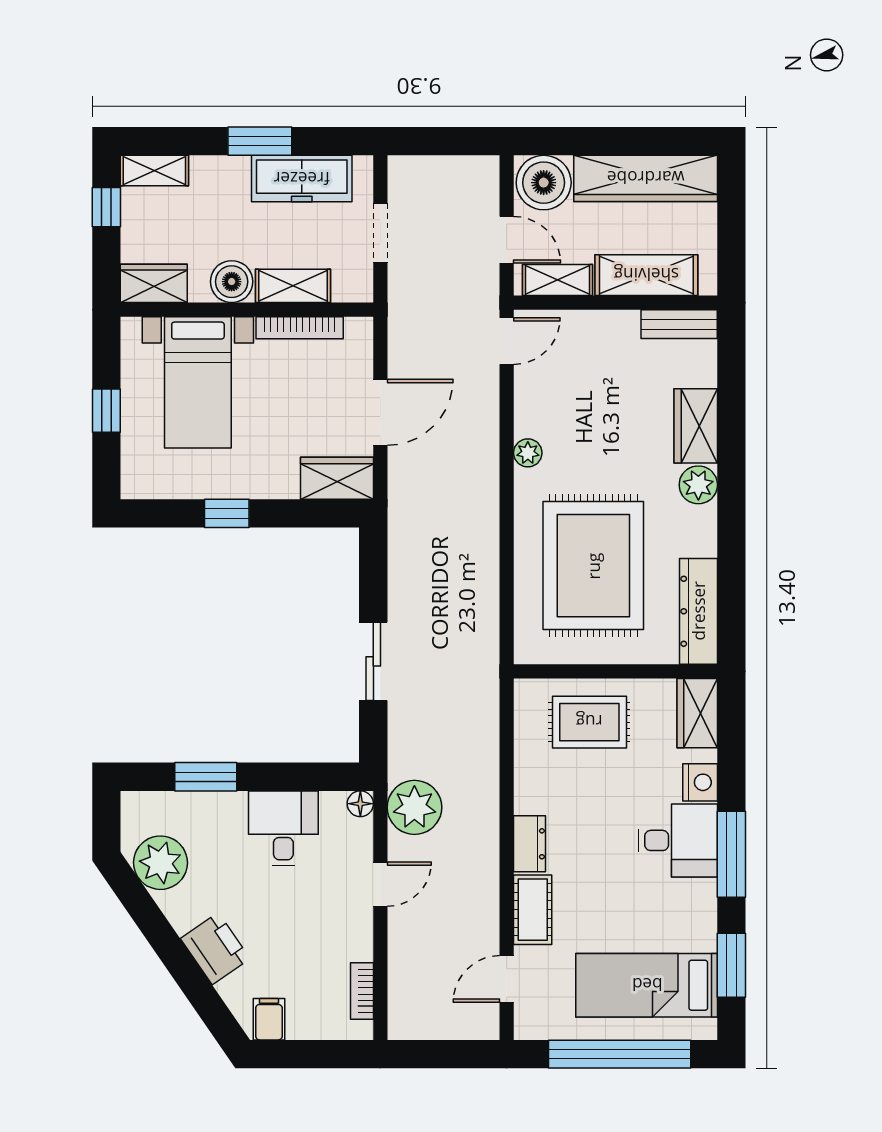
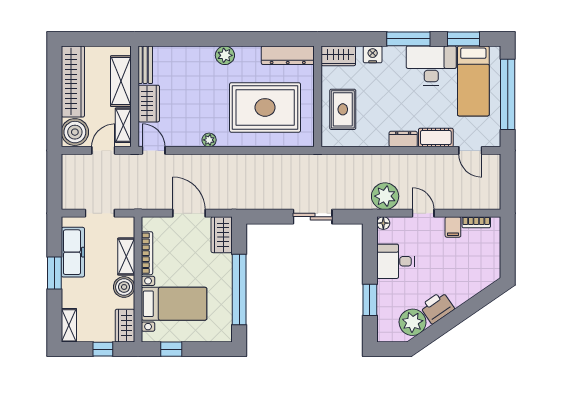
window: (106, 207) -> (103, 349), moved
window: (106, 411) -> (171, 349), moved
wardrobe: (696, 426) -> (149, 104), moved, turned -90
window: (227, 513) -> (239, 289), width x3.17
desk: (678, 840) -> (431, 65), moved, width x1.37
printer: (215, 949) -> (437, 308), moved
filing cabinet: (269, 1019) -> (453, 227), moved, turned -90

